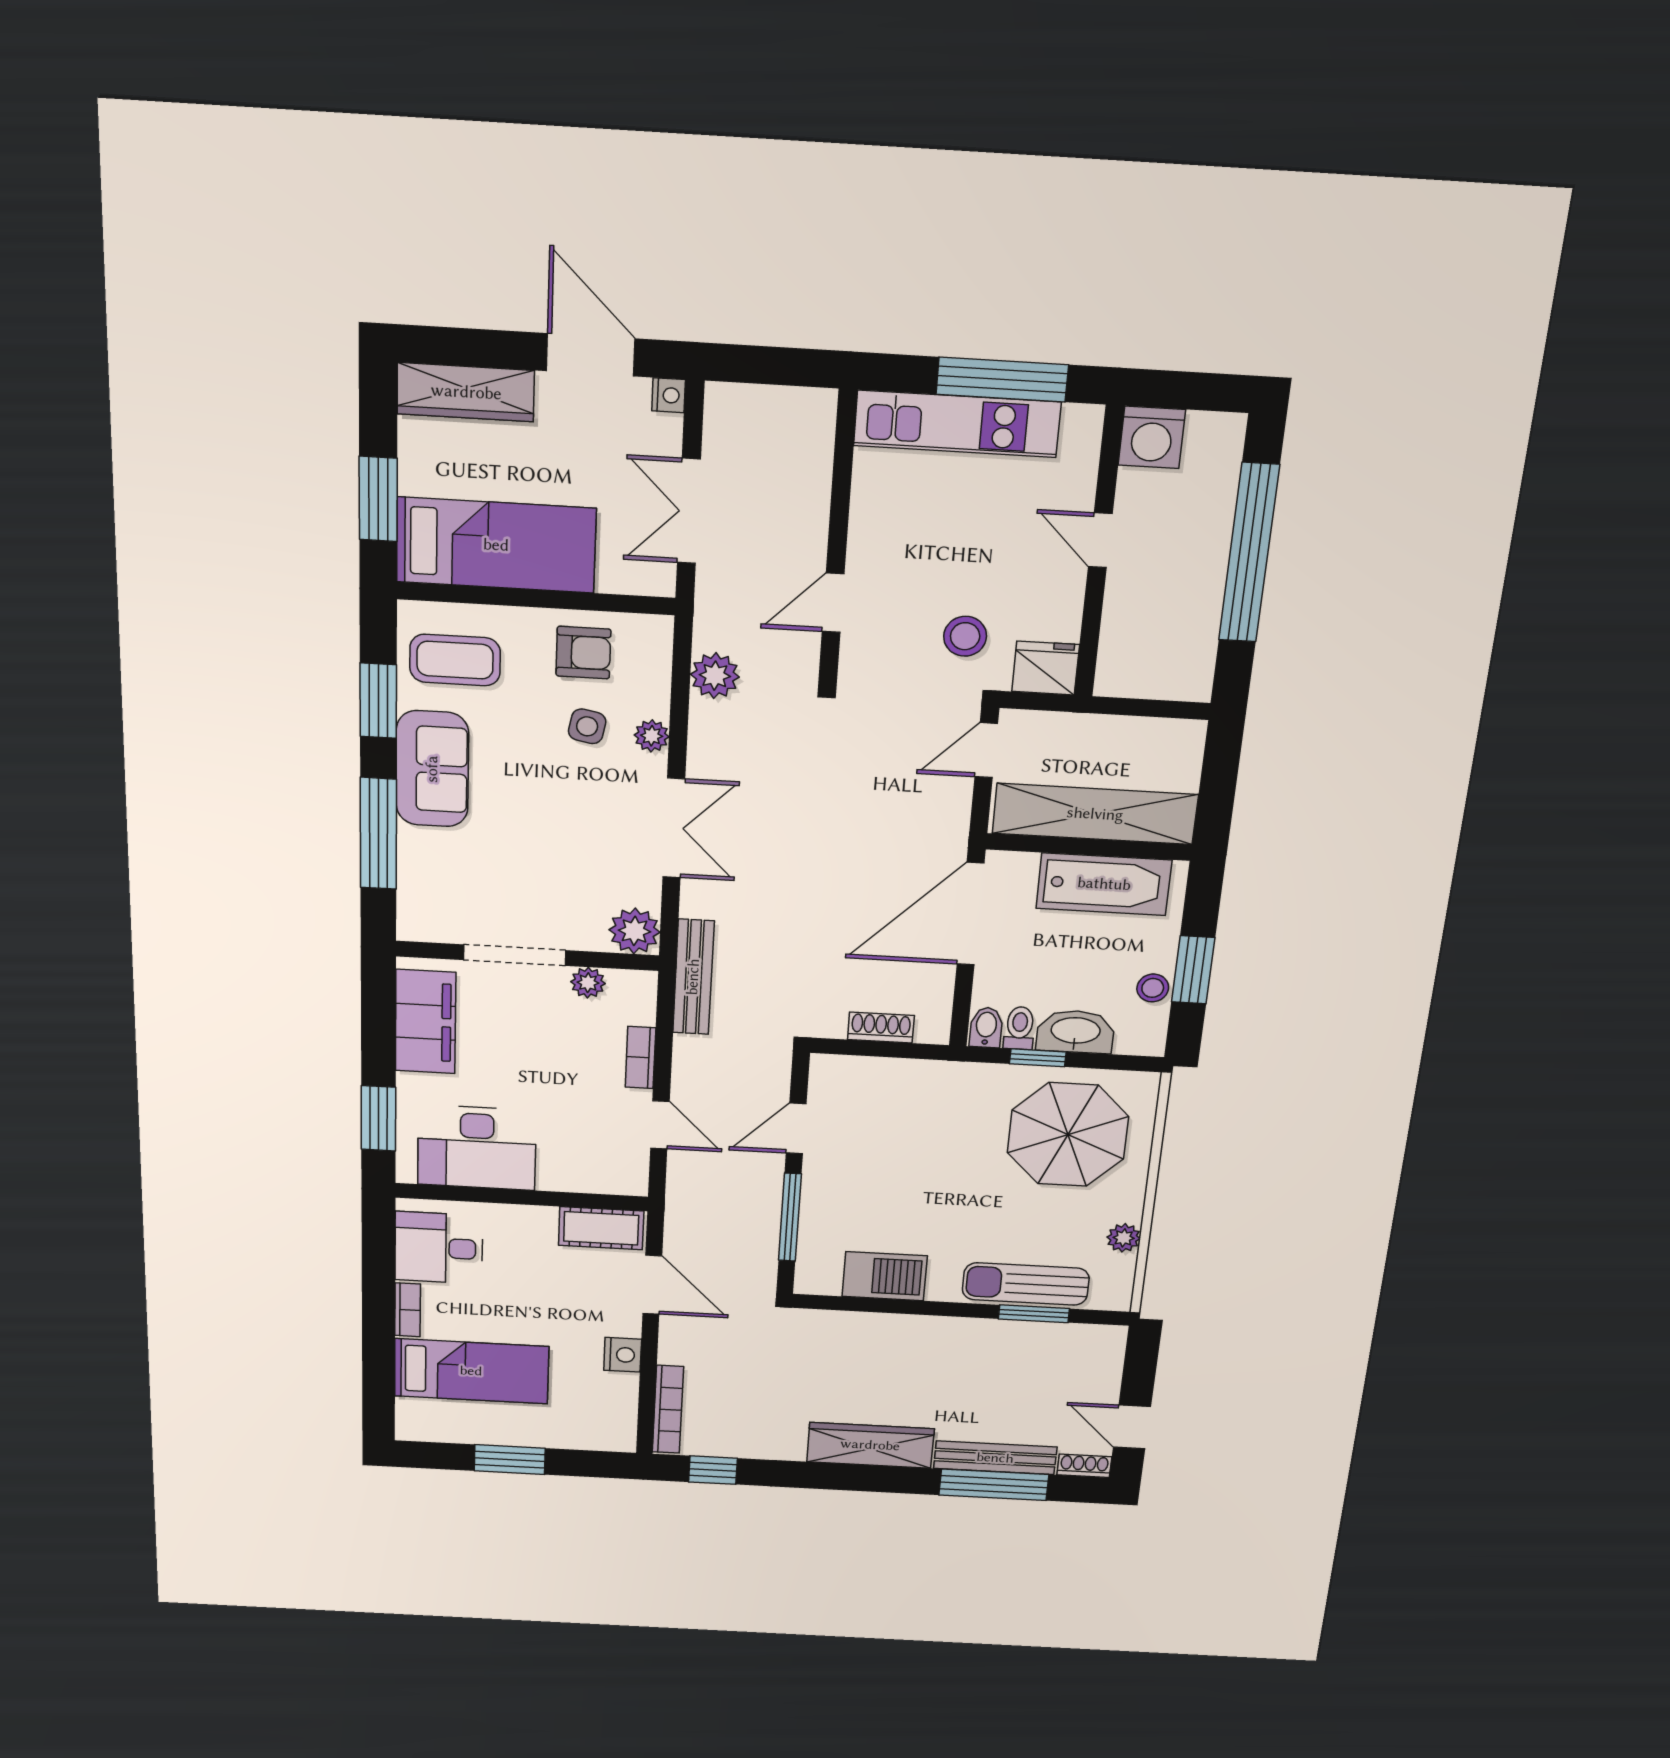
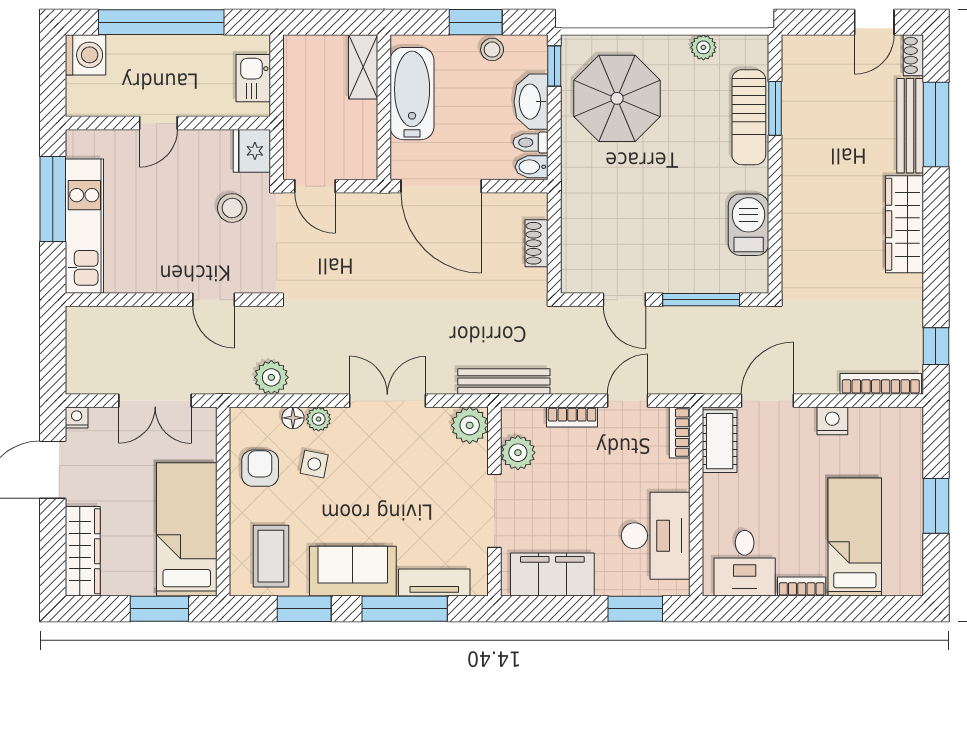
washing machine: (1152, 437) -> (86, 55), moved
kitchen sink: (1151, 676) -> (253, 78), added
floor lamp: (655, 702) -> (293, 418), added
shelving: (1095, 814) -> (363, 67), width x0.45, depth x0.75
tv unit: (415, 874) -> (434, 583), added
plant: (588, 983) -> (518, 453), width x1.38, depth x1.38
window: (1038, 1058) -> (554, 66), moved
bookcase: (614, 1183) -> (680, 433), added

